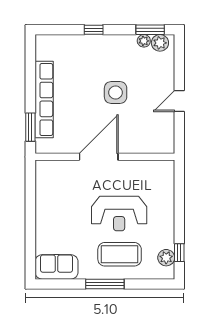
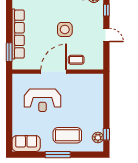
window: (179, 63) -> (106, 10), added
door: (179, 101) -> (106, 35), swing flipped
coffee table: (133, 139) -> (76, 60), added
reception desk: (119, 214) -> (42, 100), moved

